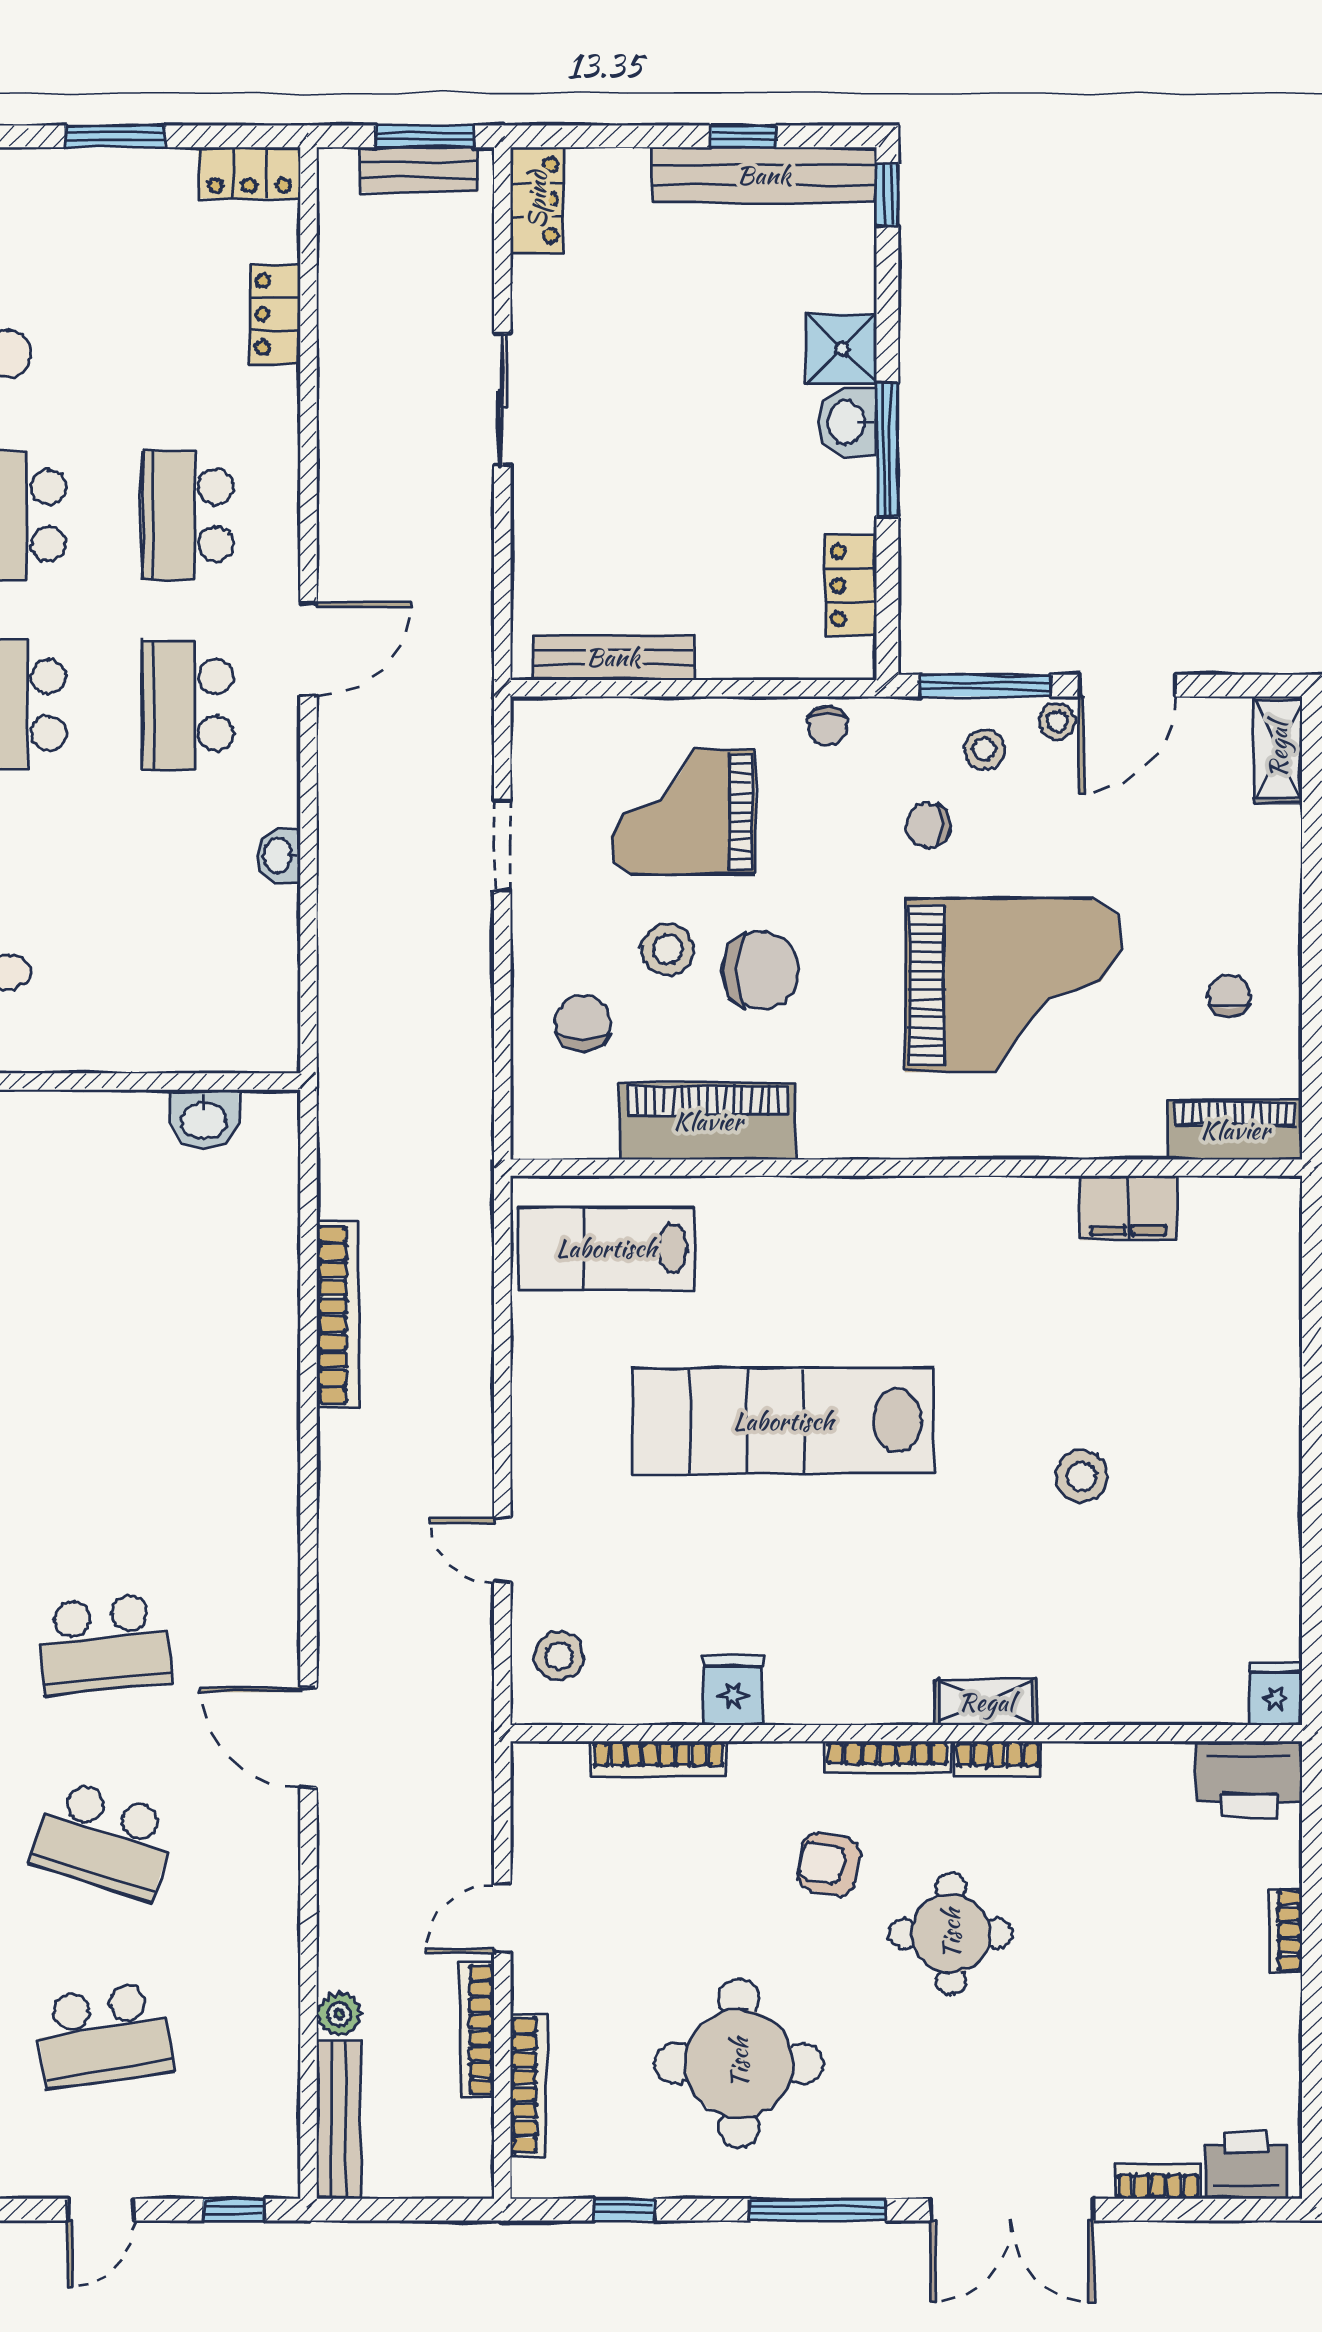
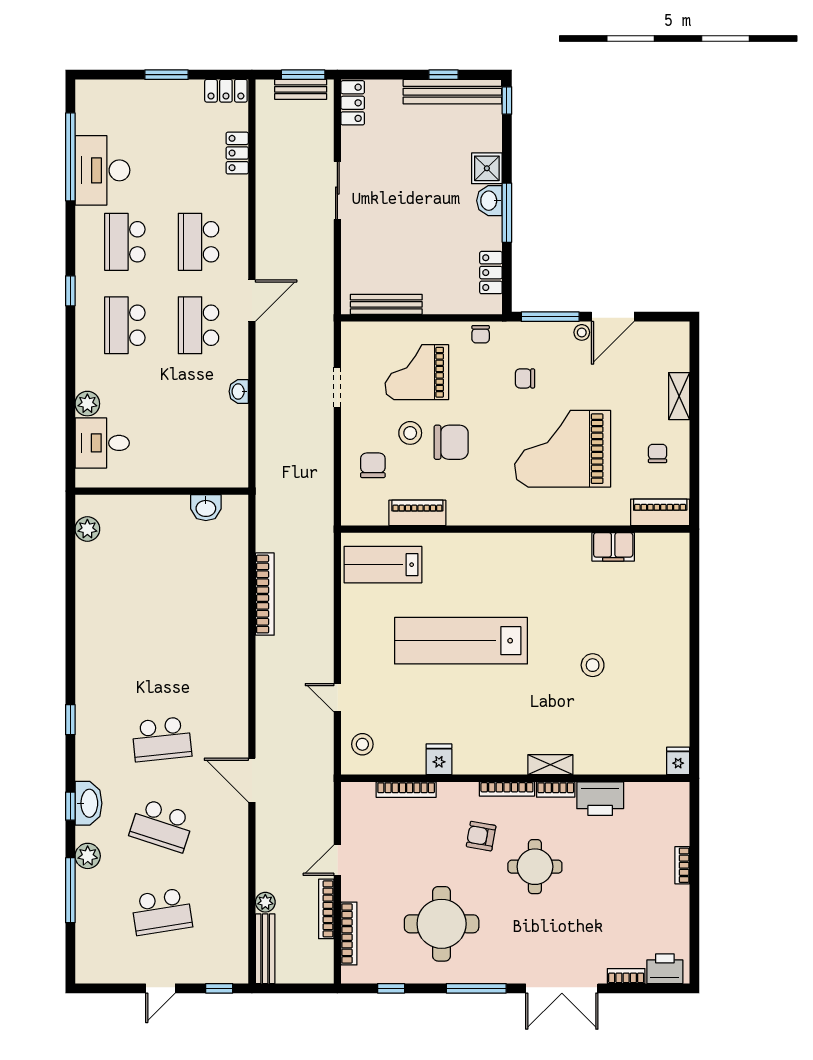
stool: (984, 749) -> (550, 345), removed
shelving: (1278, 750) -> (679, 396), moved
grand piano: (1014, 985) -> (563, 449), turned 180
piano: (708, 1121) -> (417, 513), width x0.73, depth x0.75
printer: (1249, 1779) -> (600, 799), moved

